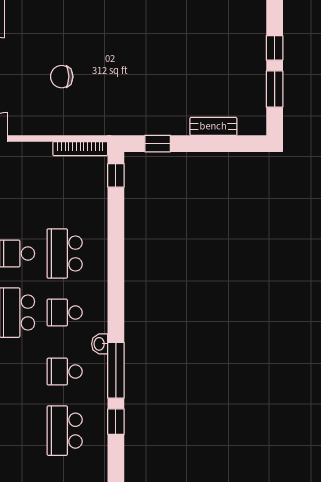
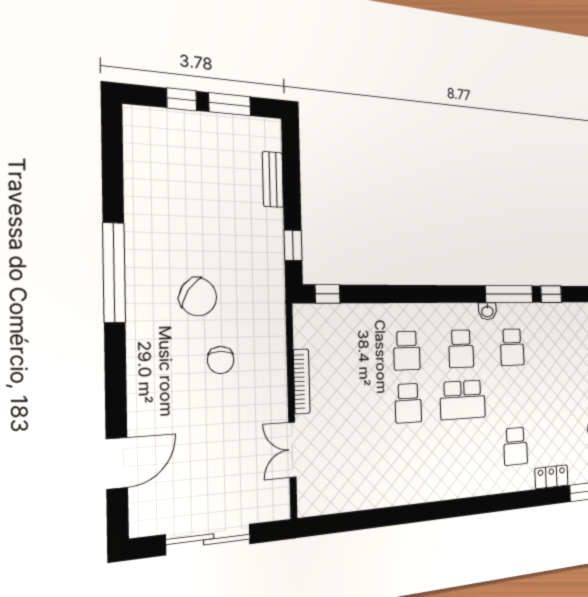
chair: (114, 59) -> (198, 297), added
bookcase: (80, 149) -> (302, 381), moved
school desk: (65, 254) -> (407, 351), width x0.54
school desk: (65, 431) -> (560, 346), removed

